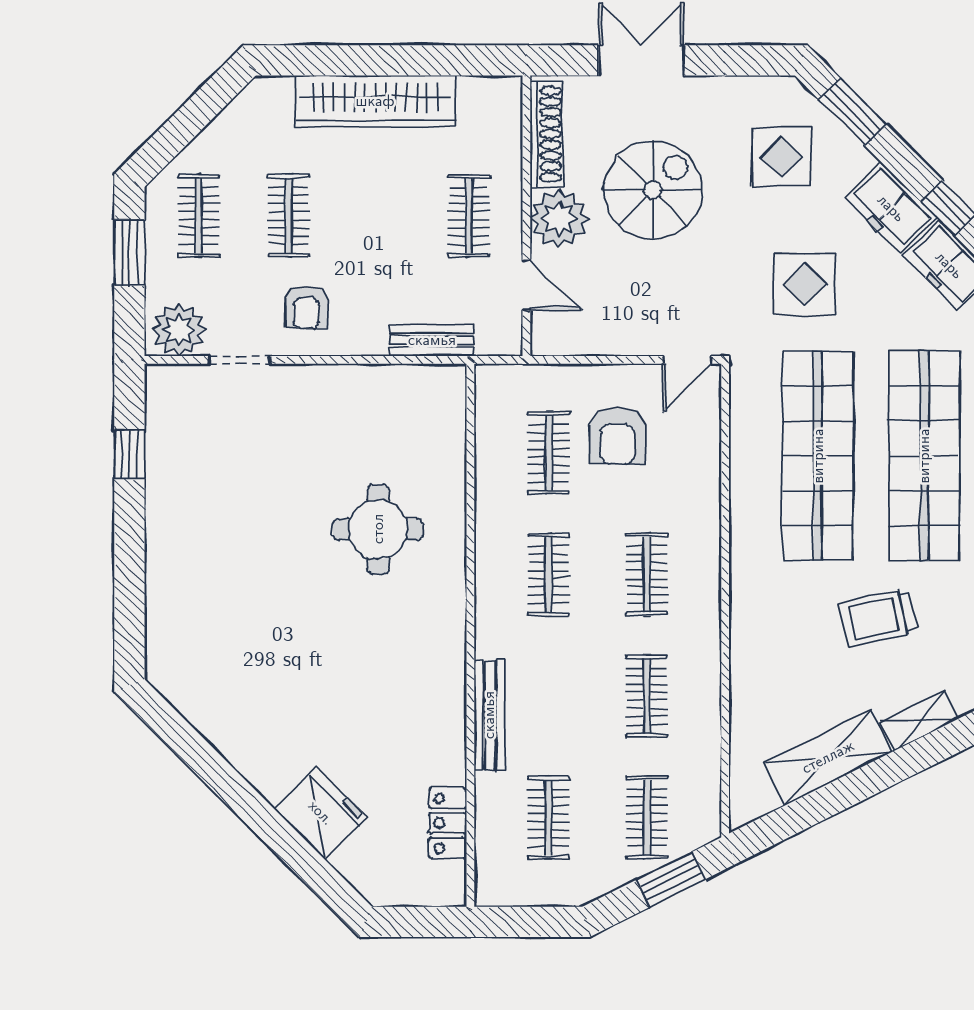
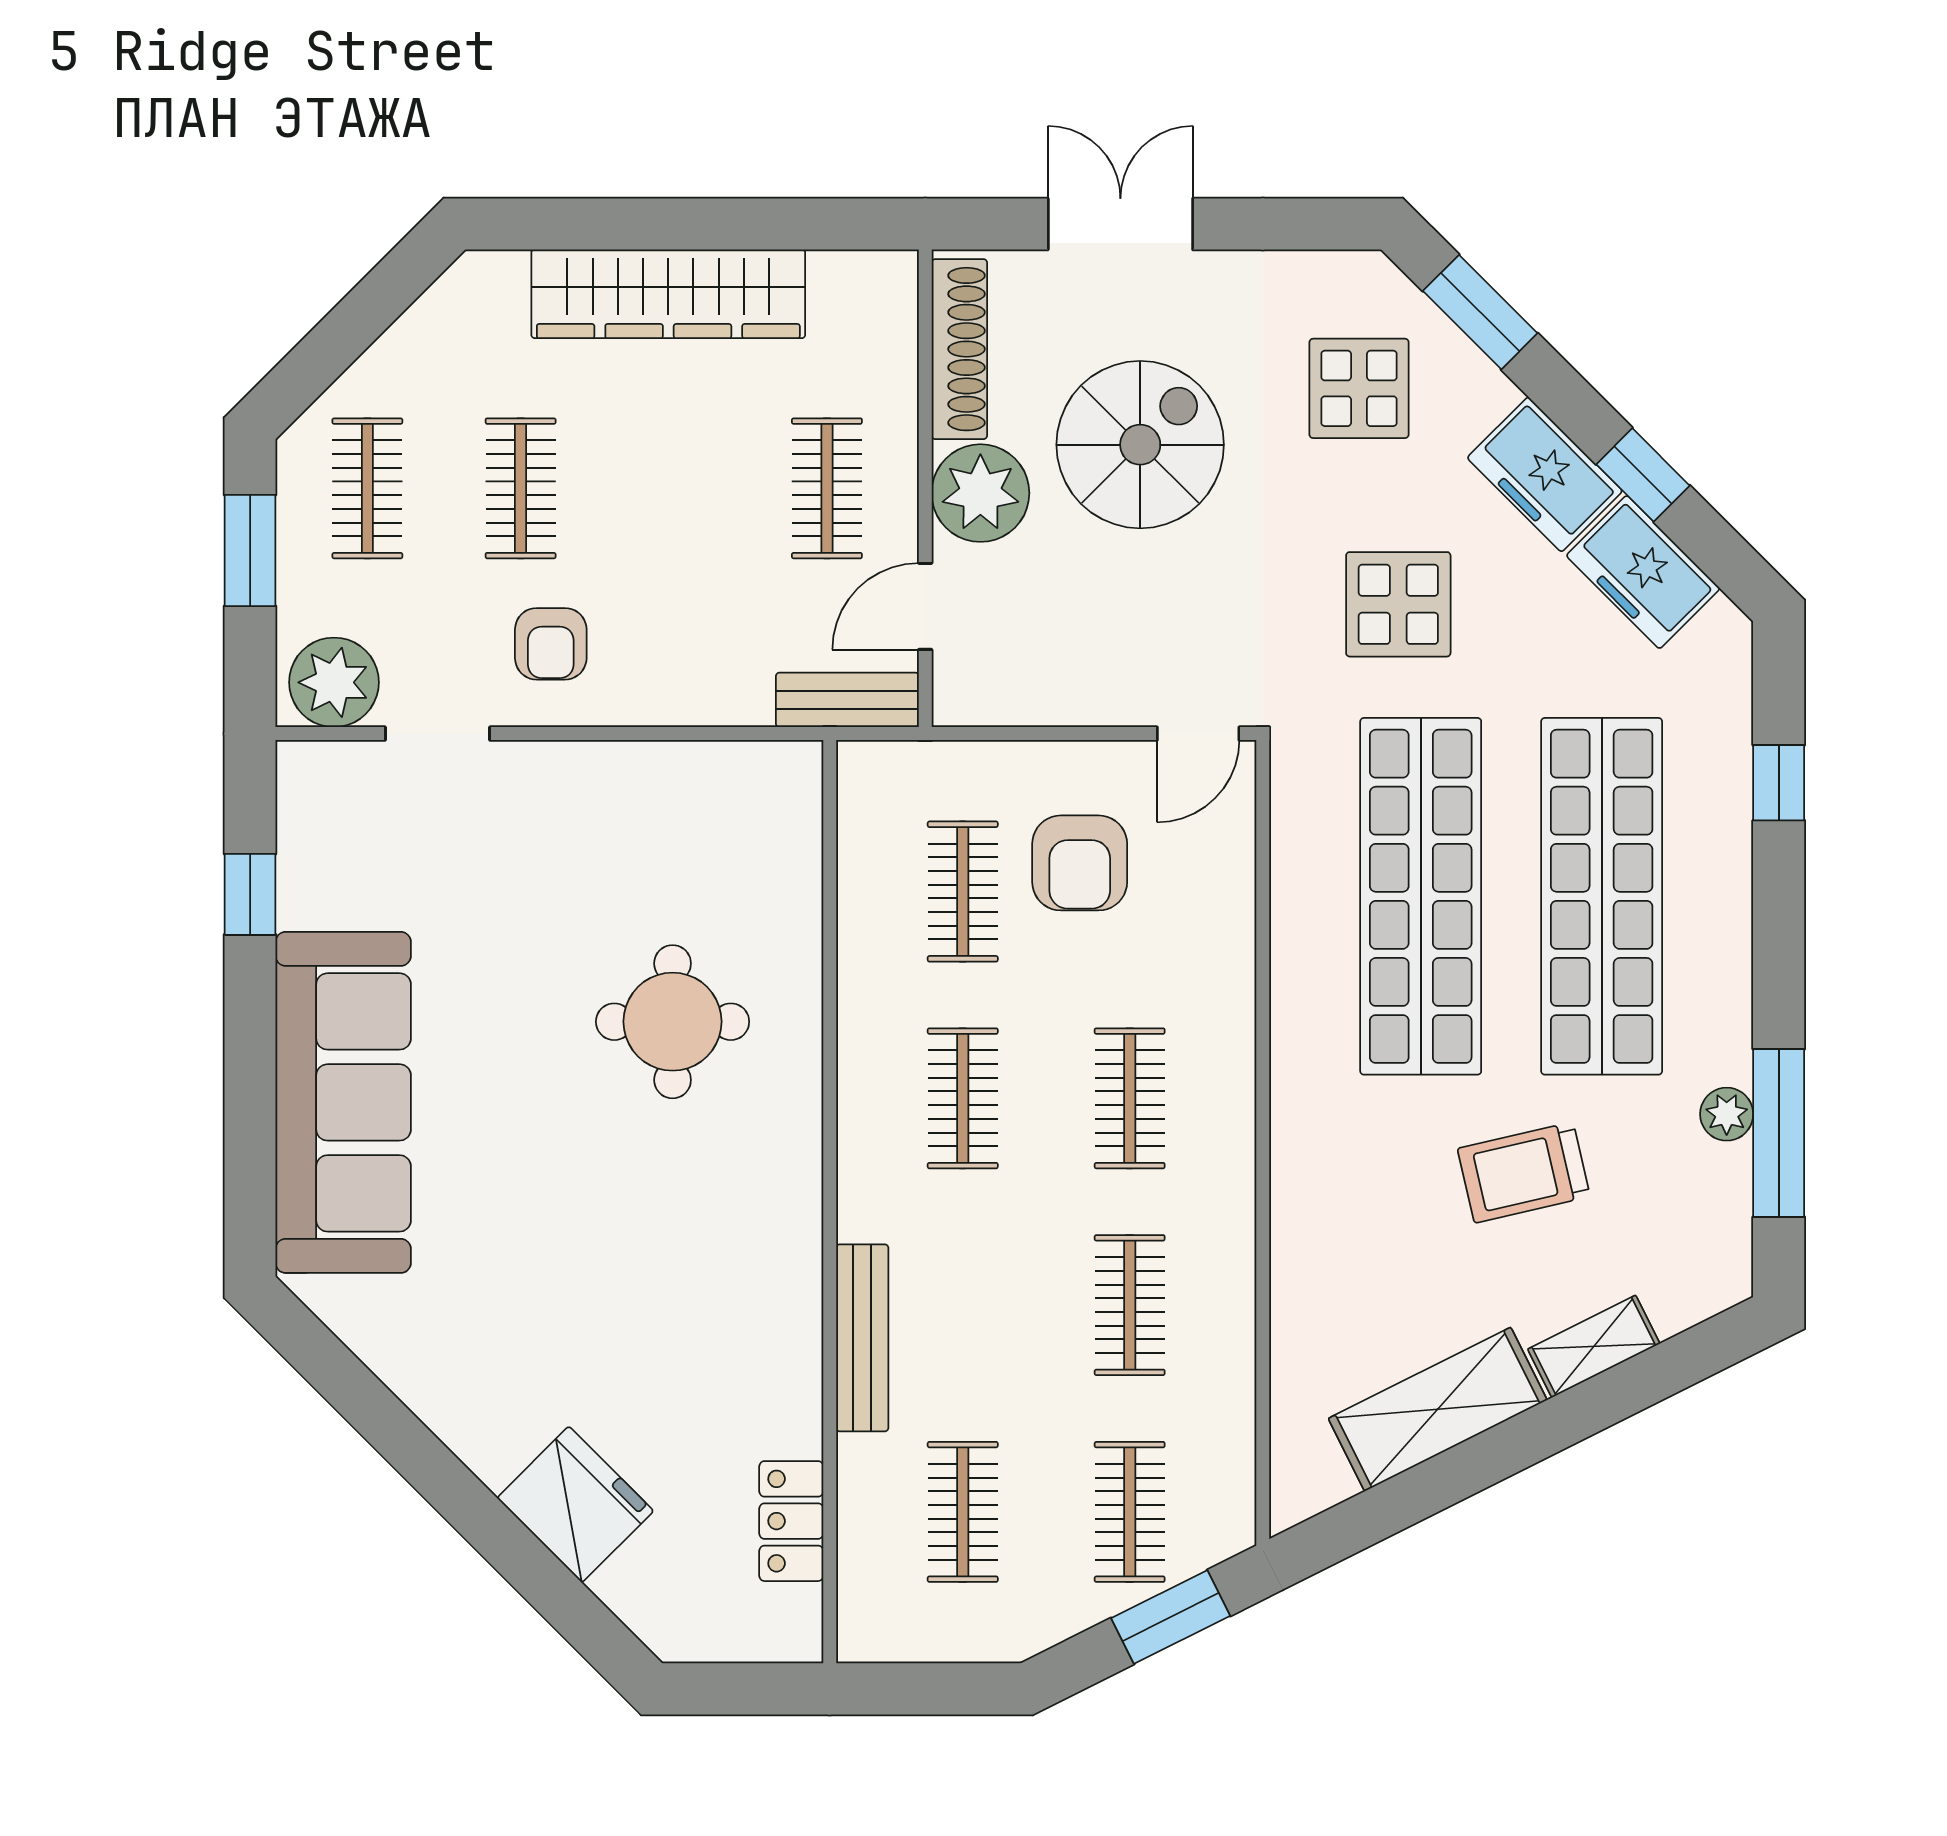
door: (526, 285) -> (925, 606), swing flipped
bench: (432, 340) -> (847, 700), moved
sofa: (184, 577) -> (343, 1102), added

